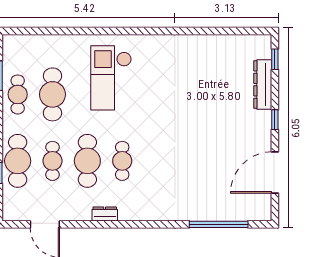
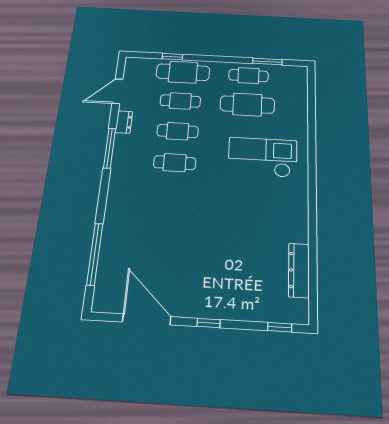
dresser: (263, 85) -> (299, 270), moved, turned -90
cafe table: (87, 161) -> (178, 131), width x0.73, depth x0.74
dresser: (105, 214) -> (124, 122), moved
window: (110, 224) -> (110, 148), added

